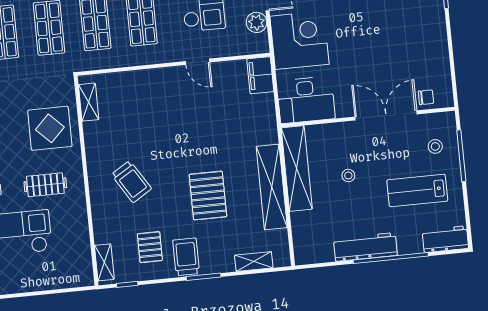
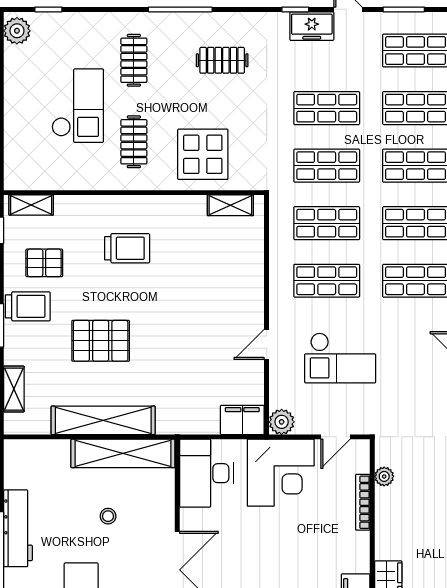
plant: (257, 22) -> (282, 422), moved
trolley: (131, 182) -> (127, 248), turned -148

